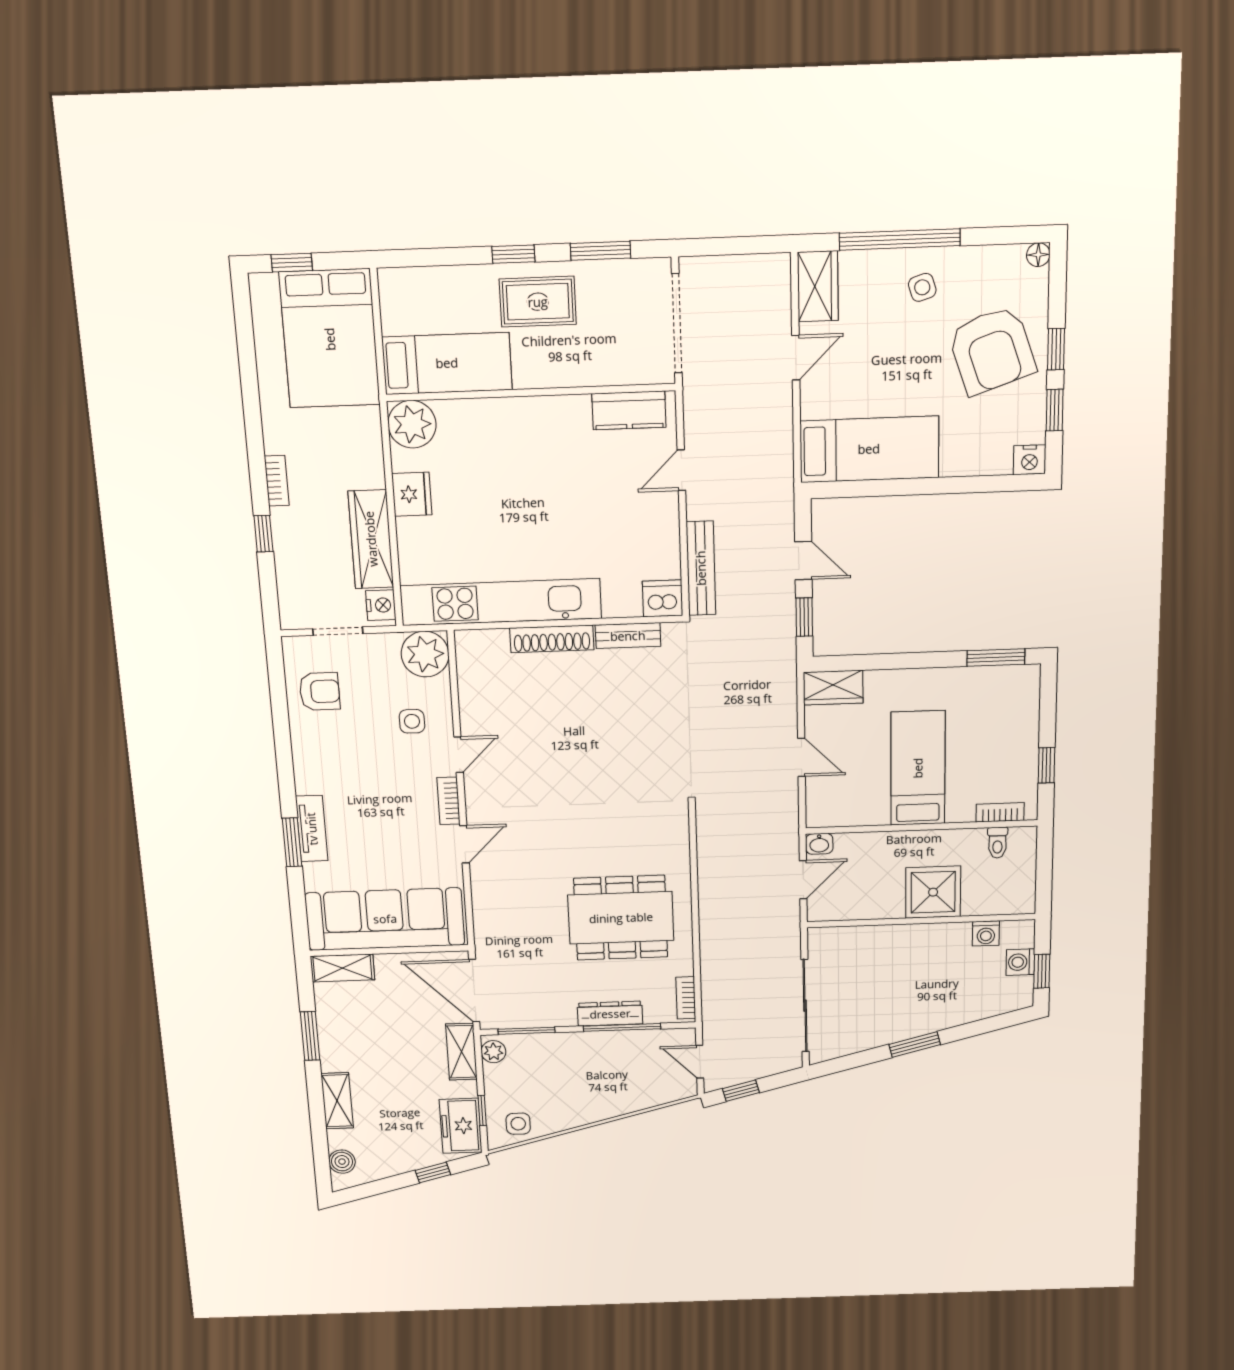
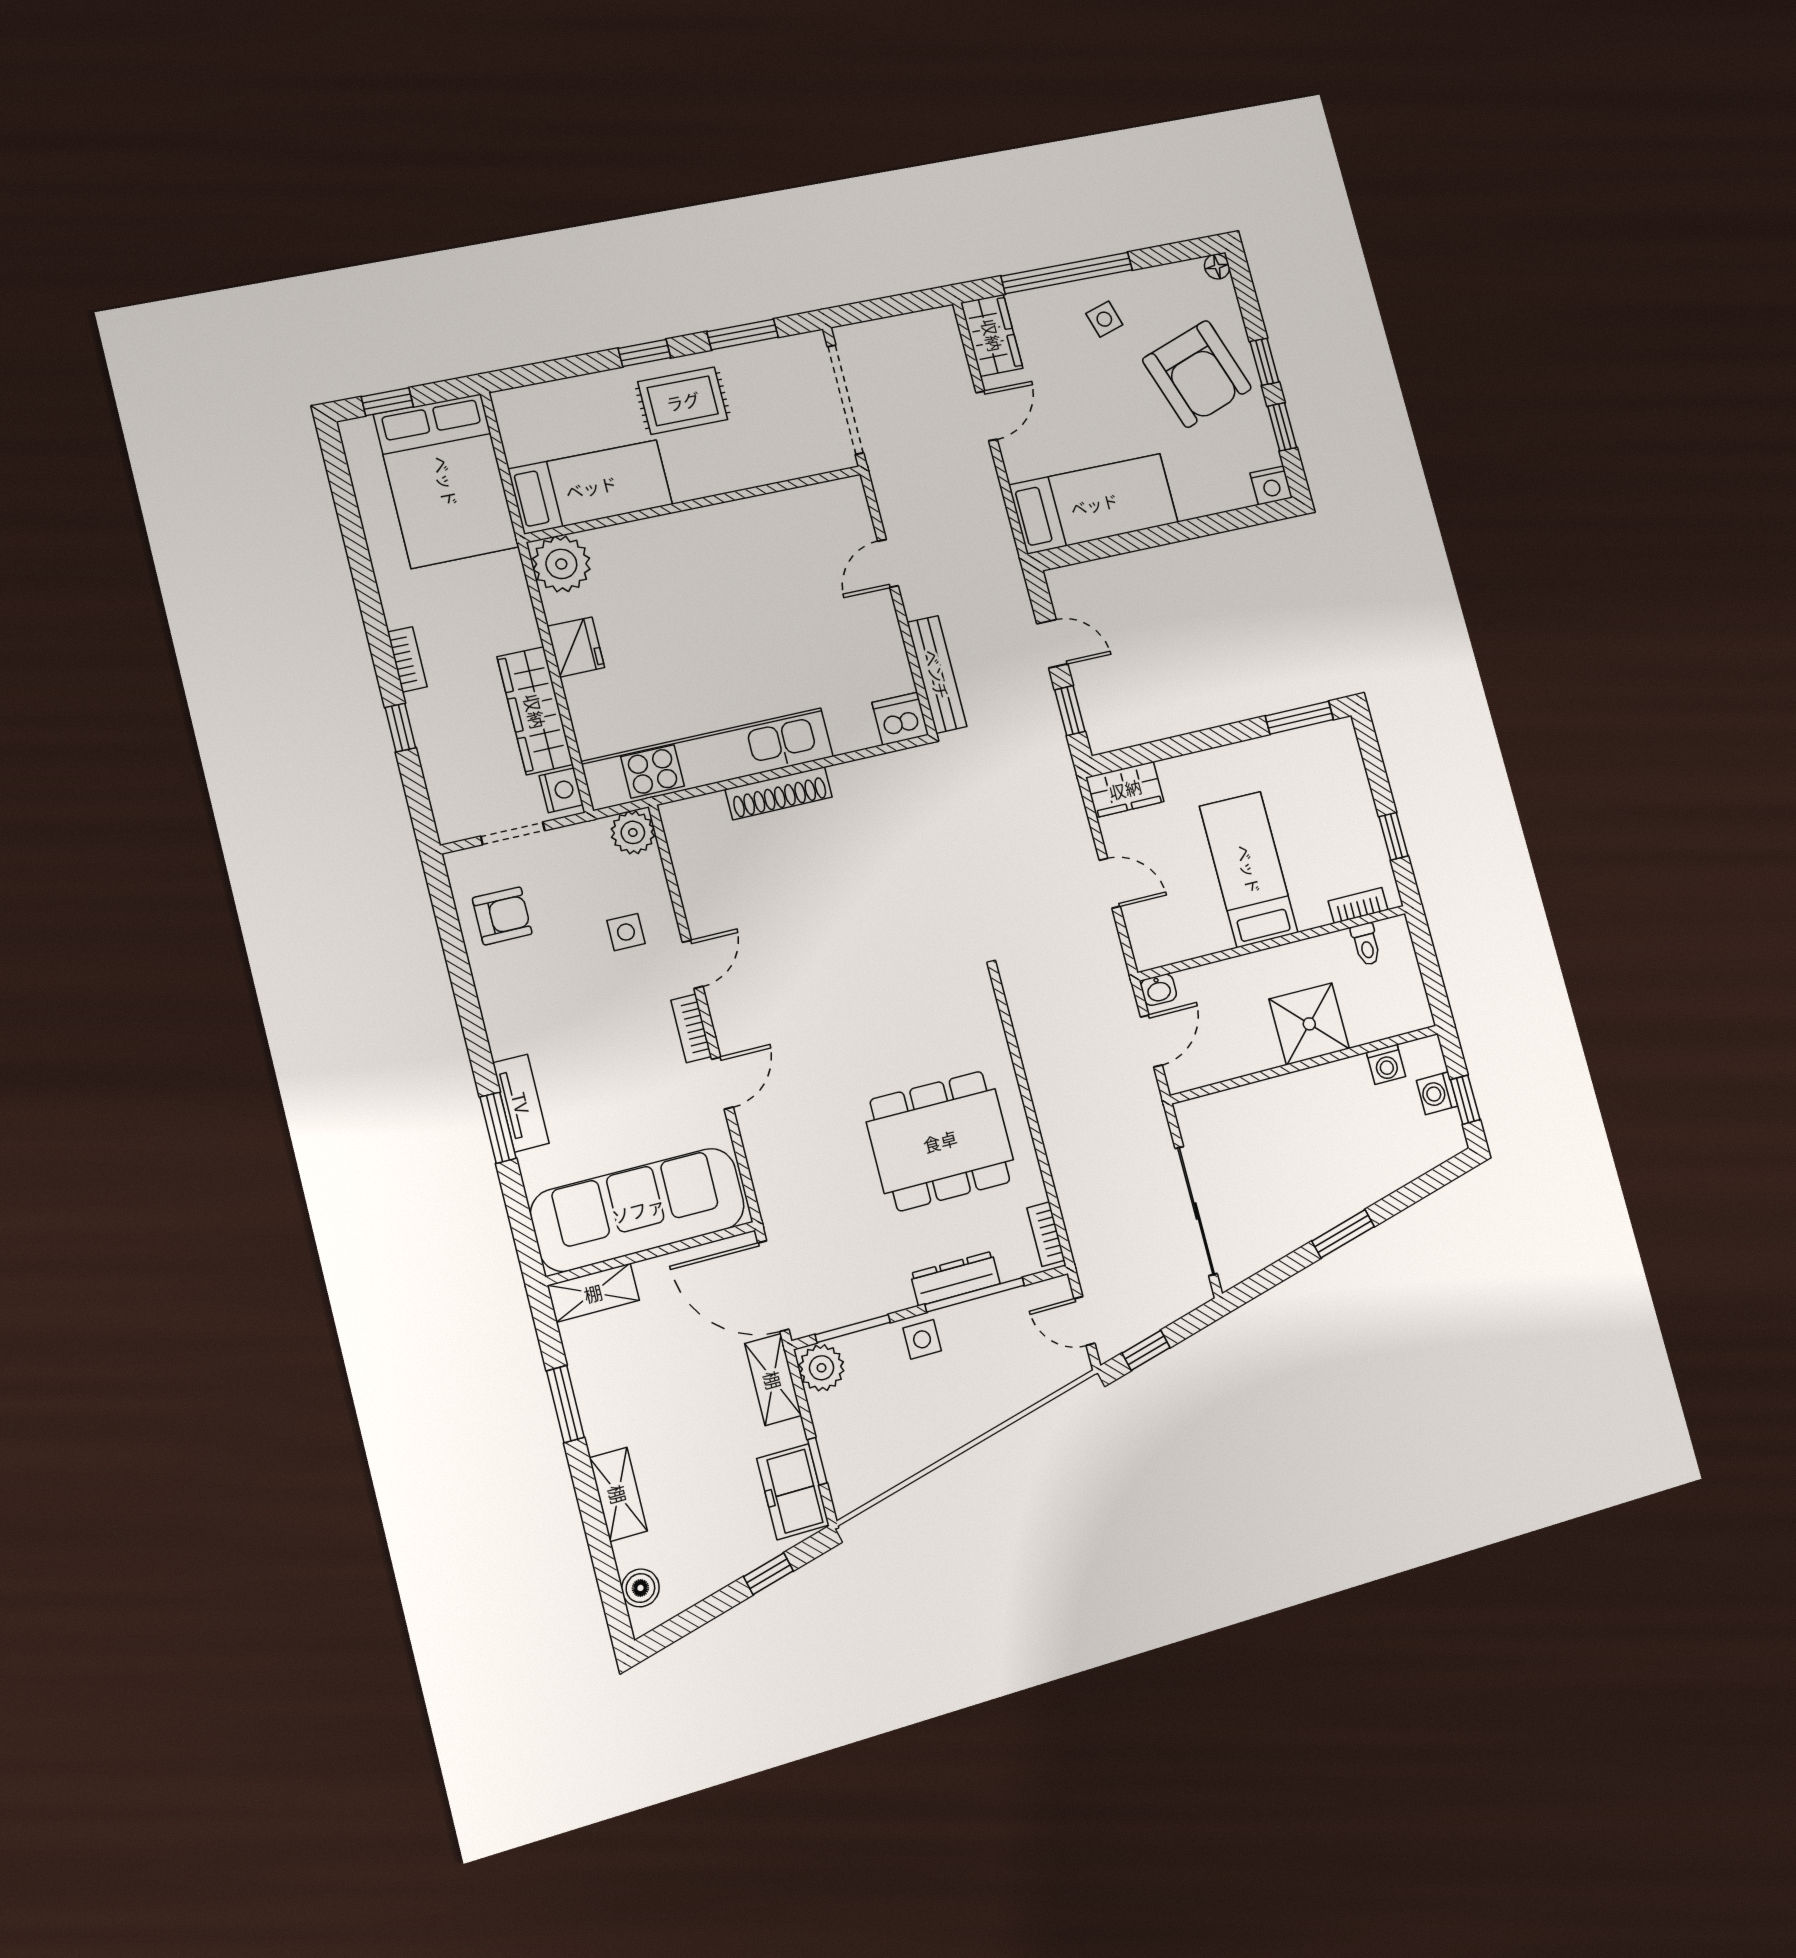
kitchen counter: (629, 410) -> (813, 505), removed
bench: (628, 636) -> (869, 772), removed
plant: (425, 654) -> (633, 832), width x0.73, depth x0.73
plant: (493, 1052) -> (822, 1368), width x1.38, depth x1.38
side table: (518, 1124) -> (922, 1339), moved

